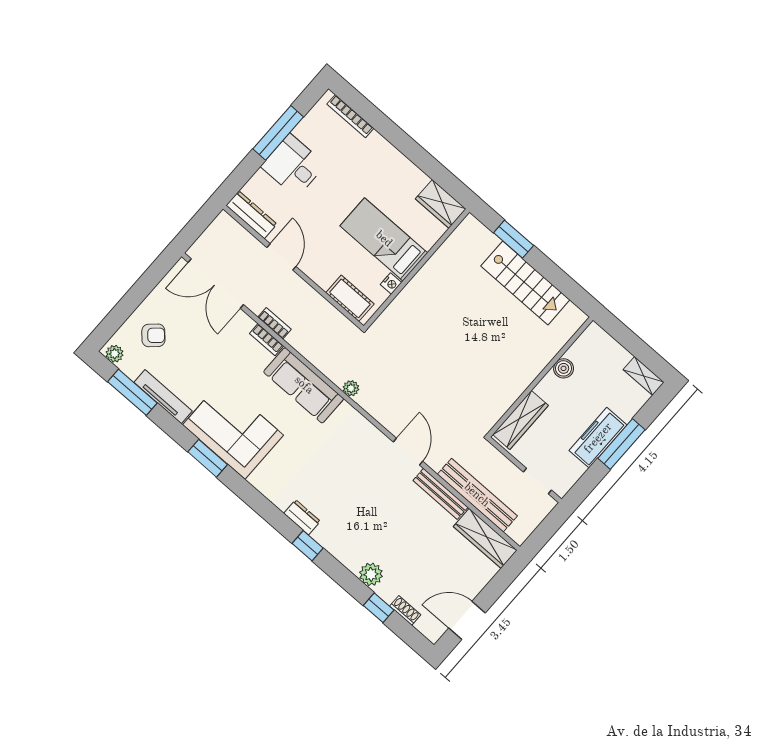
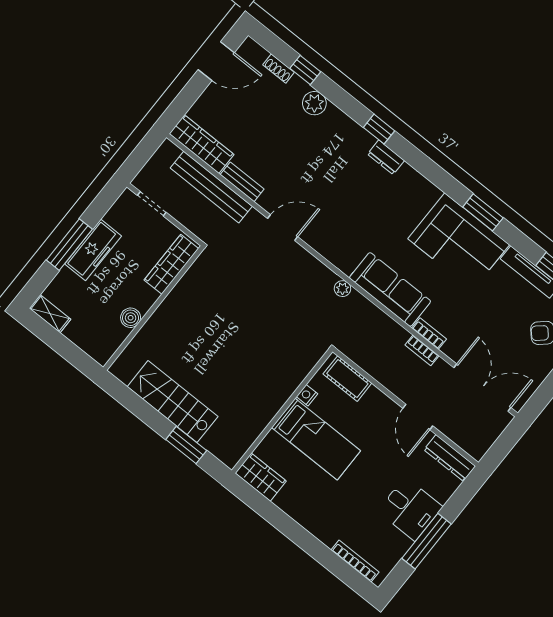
door: (408, 452) -> (283, 228), swing flipped
bench: (440, 494) -> (242, 182), width x0.73

